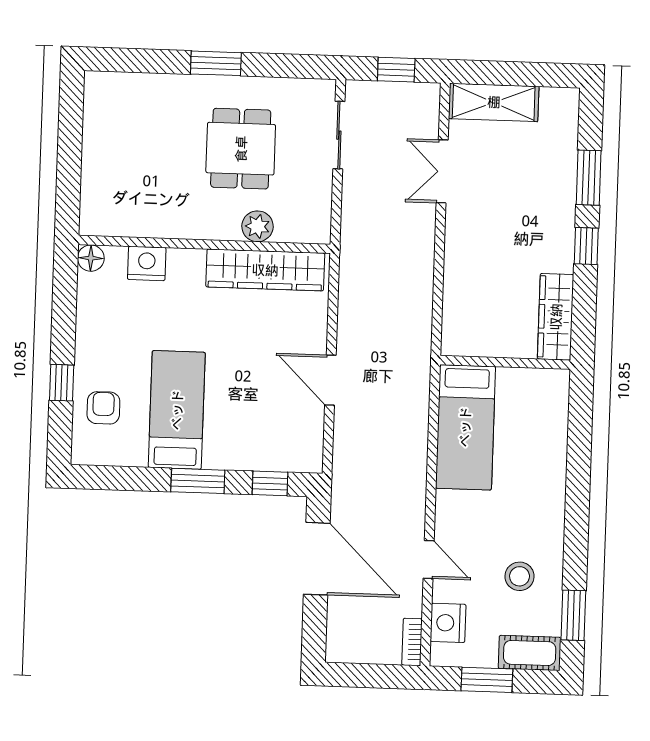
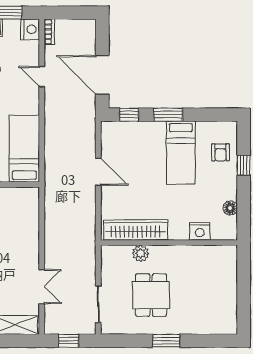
floor lamp: (91, 258) -> (230, 208), moved
nightstand: (448, 623) -> (30, 29), moved

